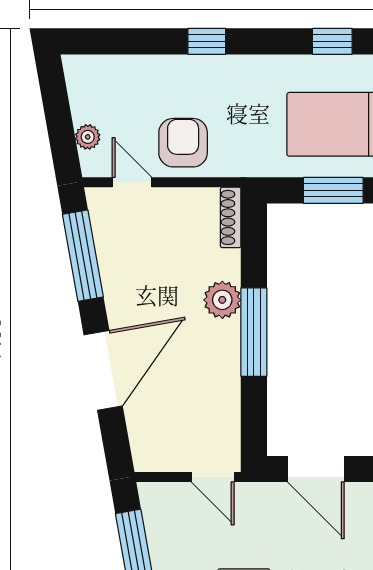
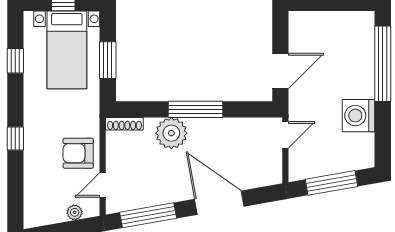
plant: (222, 300) -> (171, 133), width x1.36, depth x1.36

